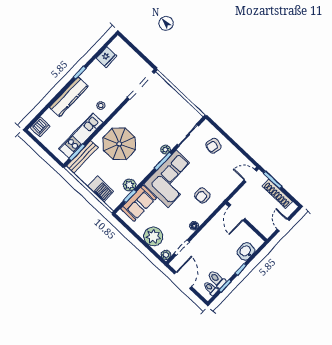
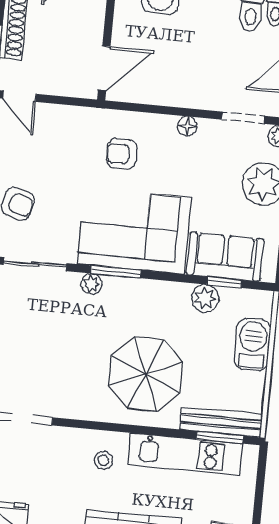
armchair: (202, 195) -> (122, 154), turned 180

